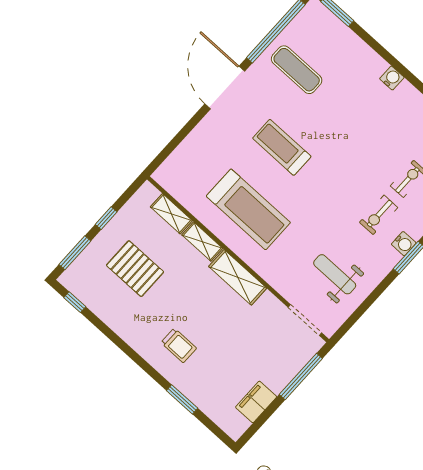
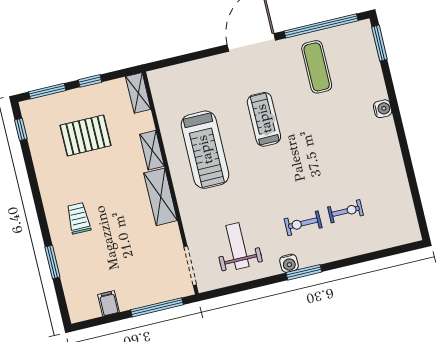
water cooler: (392, 78) -> (383, 109), moved
shelving: (171, 214) -> (138, 93), moved
water cooler: (404, 244) -> (289, 263), moved
pallet: (135, 269) -> (85, 135), turned 90
trolley: (179, 345) -> (79, 218), turned 180
filing cabinet: (256, 402) -> (109, 303), width x0.50

